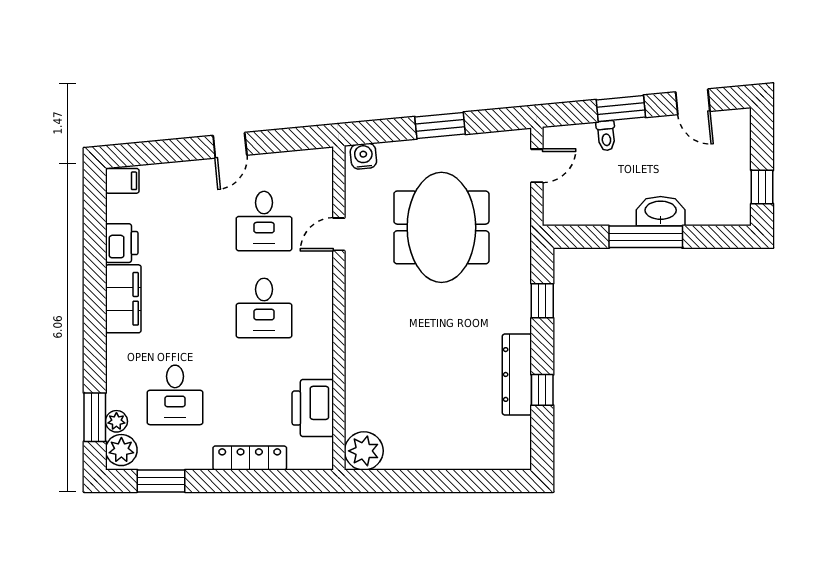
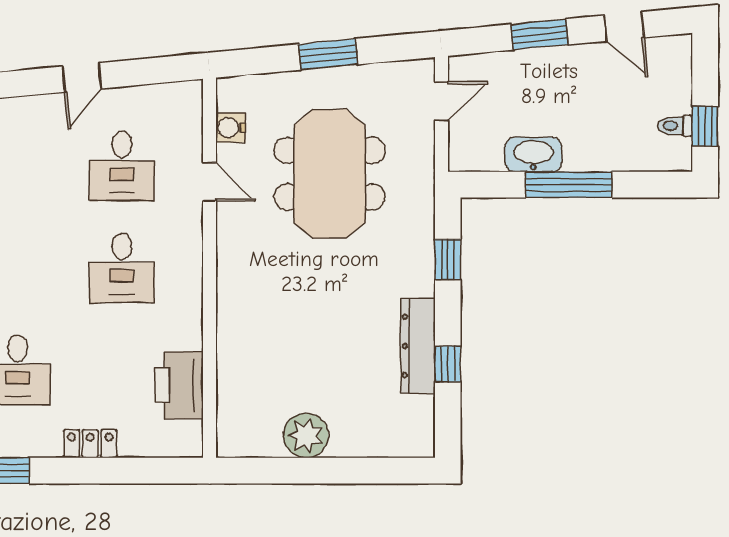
toilet: (606, 136) -> (675, 126), moved, turned 95
water cooler: (363, 156) -> (231, 128), moved, turned -85
washbasin: (661, 211) -> (533, 155), moved
door: (339, 234) -> (210, 182), swing flipped
plant: (364, 451) -> (306, 435), moved
locker: (250, 458) -> (90, 444), width x0.66

